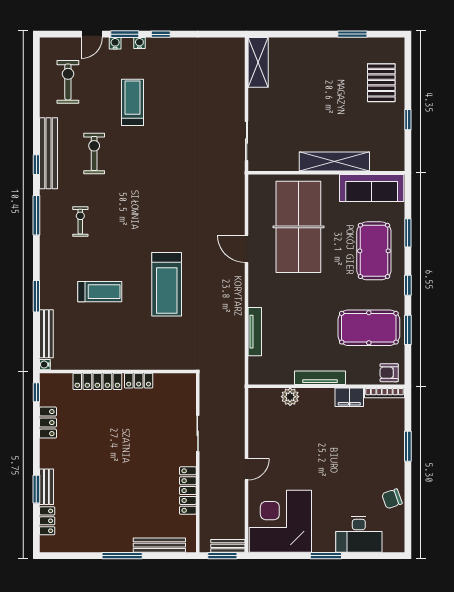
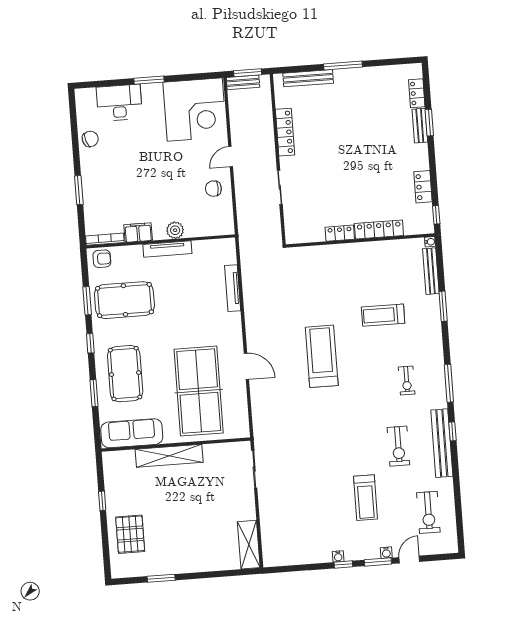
water cooler: (139, 43) -> (338, 556), moved
treadmill: (167, 284) -> (322, 356), moved
plant: (290, 397) -> (175, 230), moved
chair: (267, 437) -> (213, 189), added

